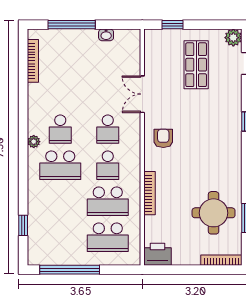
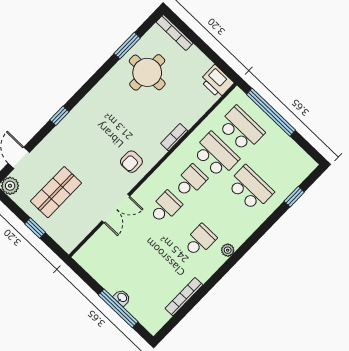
window: (172, 25) -> (35, 228), moved
washbasin: (106, 35) -> (122, 298), moved
bookcase: (33, 61) -> (184, 297), moved
school desk: (60, 165) -> (250, 188), moved
bookcase: (150, 193) -> (174, 137), width x0.64
window: (70, 270) -> (271, 112), moved

